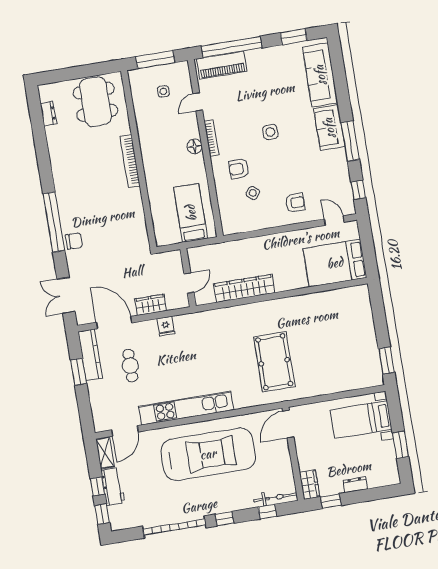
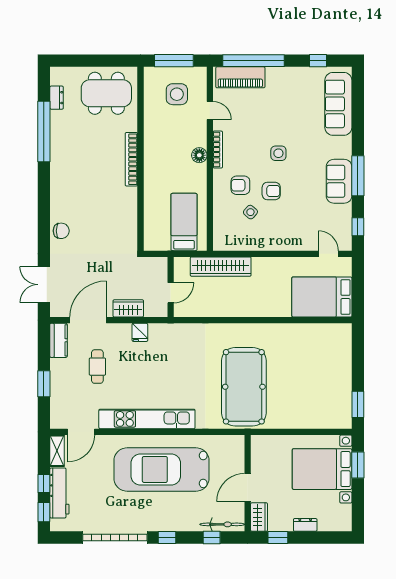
window: (294, 37) -> (318, 61), width x0.67
side table: (163, 91) -> (177, 94), width x1.87, depth x1.87
dining table: (95, 102) -> (106, 93), turned 90
door: (198, 102) -> (210, 111), swing flipped
sofa: (329, 128) -> (339, 181), moved
armchair: (295, 203) -> (271, 191), moved
window: (54, 222) -> (44, 132), moved
wardrobe: (244, 288) -> (221, 267), moved, turned 180
door: (114, 323) -> (88, 320), hinge flipped
kitchen counter: (90, 355) -> (59, 340), width x0.67
pool table: (274, 362) -> (244, 387), width x1.36, depth x1.32
window: (79, 372) -> (44, 384), moved
bed with nightstands: (361, 420) -> (322, 469), width x1.36
door: (288, 424) -> (248, 488), moved
window: (400, 445) -> (358, 465), moved
car: (208, 454) -> (161, 469), turned 180
workbench: (113, 486) -> (59, 493), width x1.38

